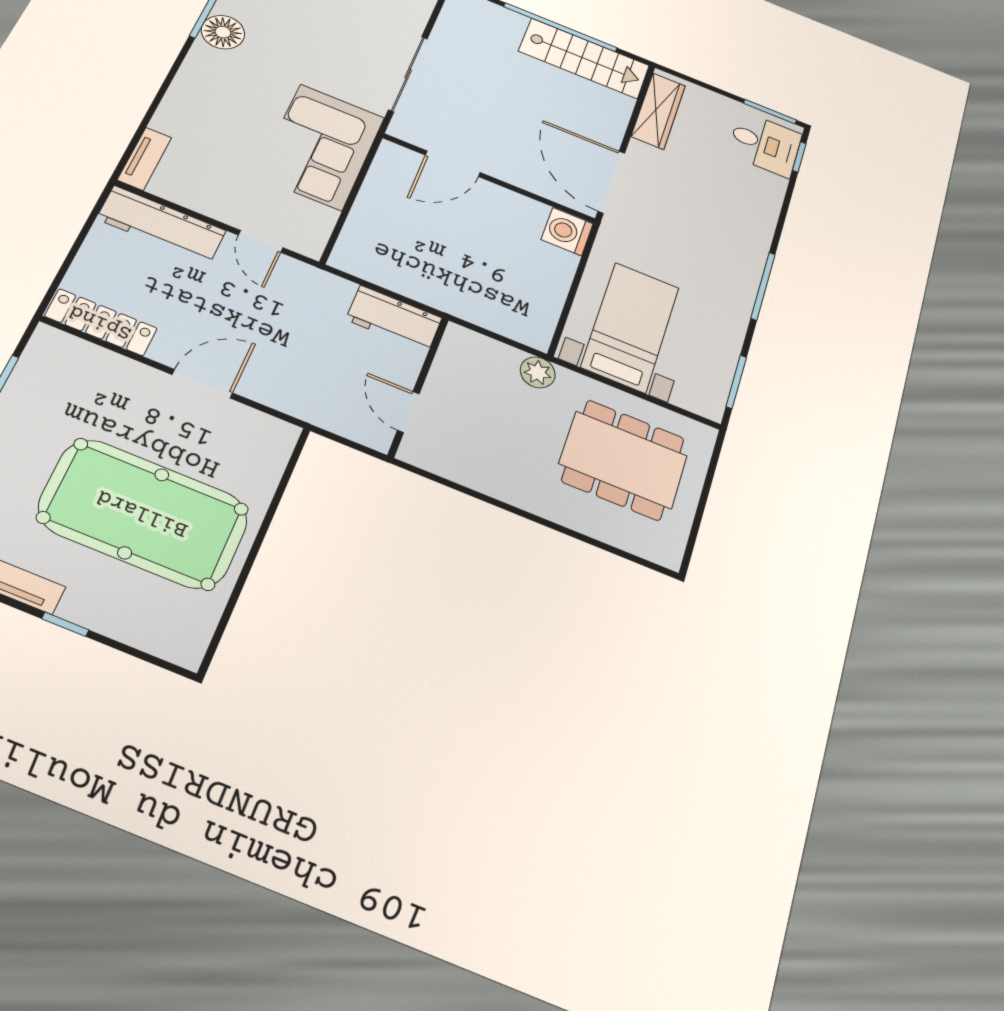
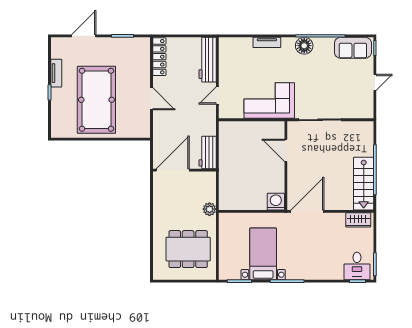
wardrobe: (658, 111) -> (358, 220), width x0.67
tv unit: (145, 159) -> (267, 42), moved
bed with nightstands: (630, 327) -> (263, 254), moved, turned -90
door: (408, 412) -> (173, 170), width x1.87
dining table: (623, 460) -> (188, 249), turned 90

